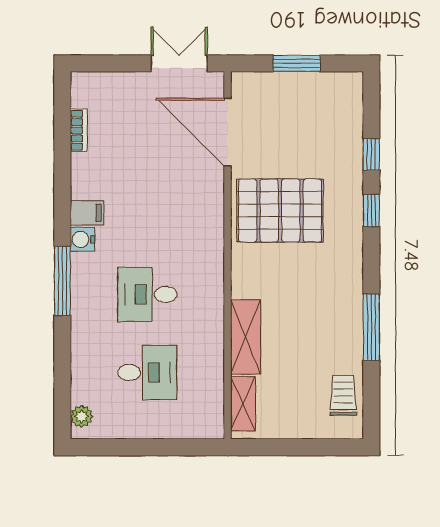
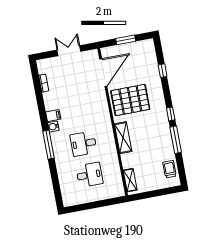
double door: (179, 63) -> (69, 51), moved
door: (228, 132) -> (103, 73), swing flipped
window: (371, 210) -> (171, 114), moved
shelving: (246, 337) -> (123, 138), moved
plant: (82, 416) -> (66, 197), removed

